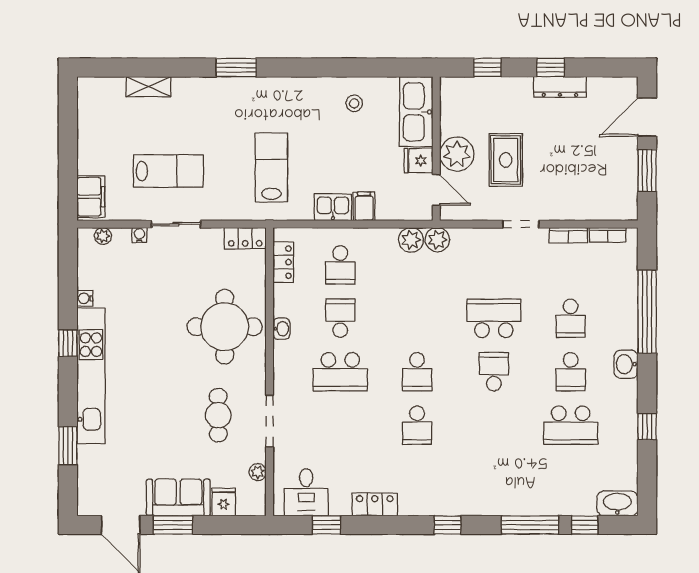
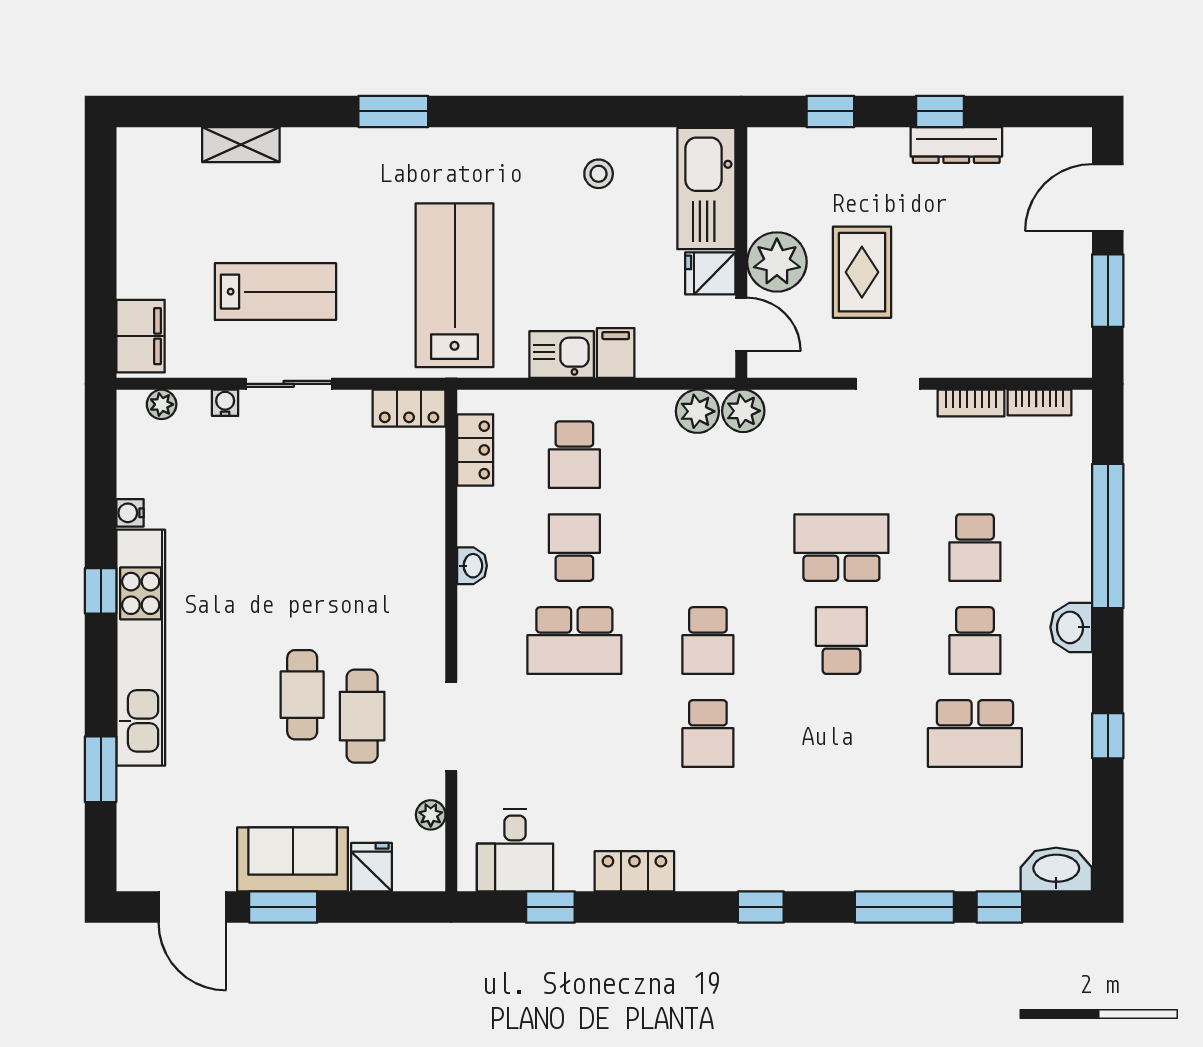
lab bench: (271, 167) -> (455, 285), width x1.36, depth x1.39
round table: (225, 327) -> (373, 562), removed
cafe table: (184, 403) -> (302, 695), added

